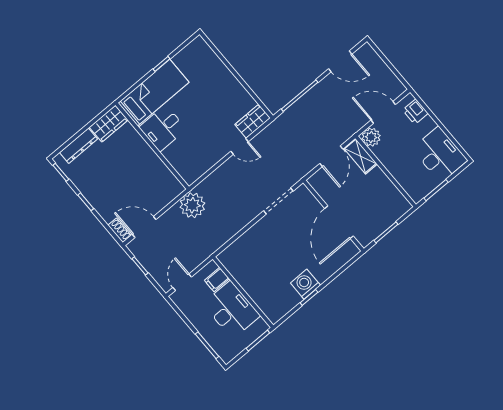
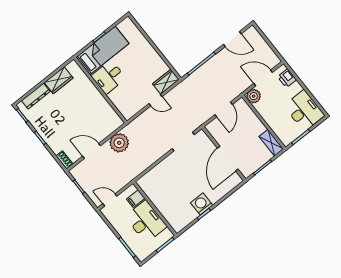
bed: (154, 93) -> (102, 50), moved
desk: (163, 128) -> (109, 77), moved
wall: (152, 146) -> (100, 90), moved
shelving: (360, 156) -> (271, 143), moved
door: (144, 227) -> (92, 151), moved
door: (182, 282) -> (110, 200), hinge flipped

